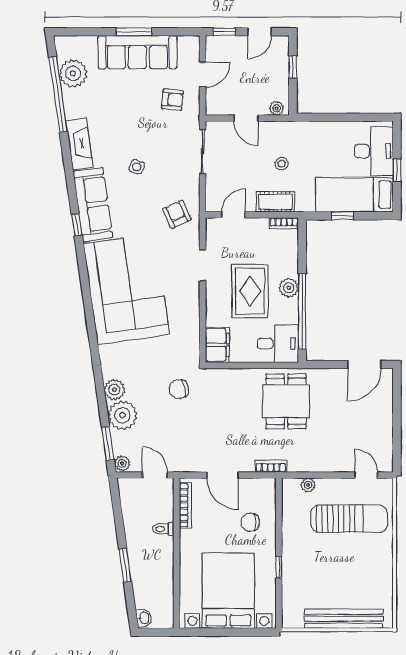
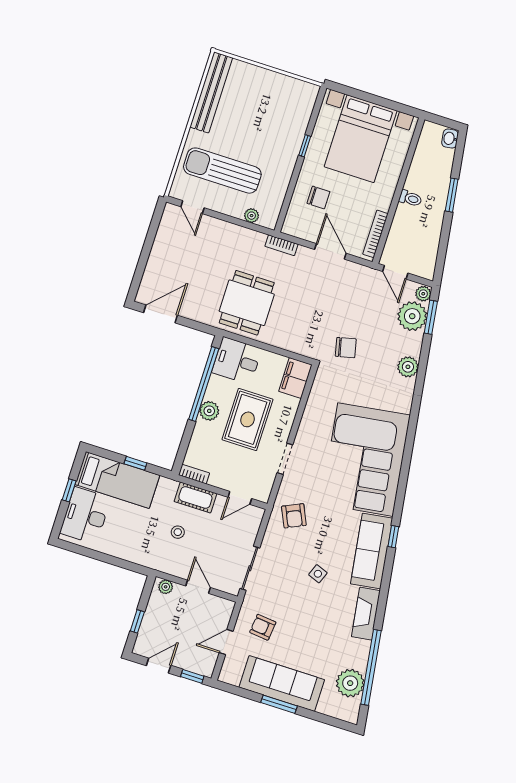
plant: (122, 415) -> (412, 316), moved
toilet: (163, 529) -> (410, 198), moved
bench: (344, 619) -> (211, 92), moved, turned 90

